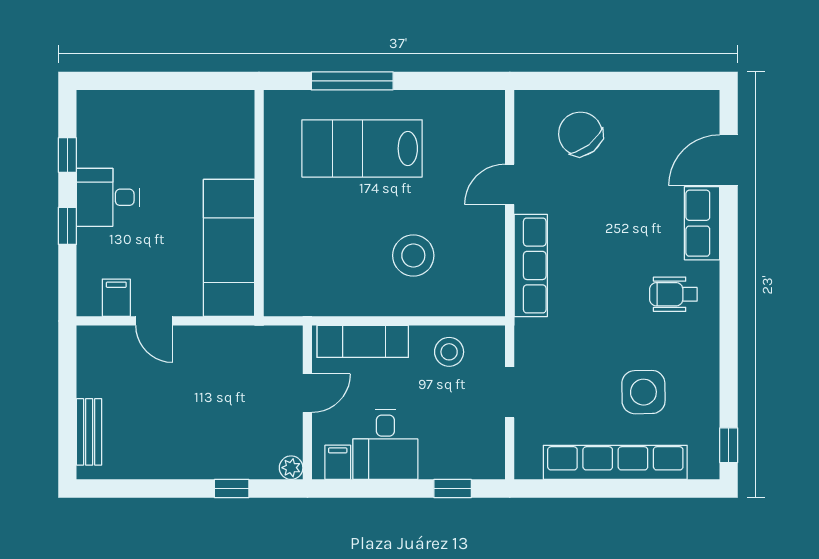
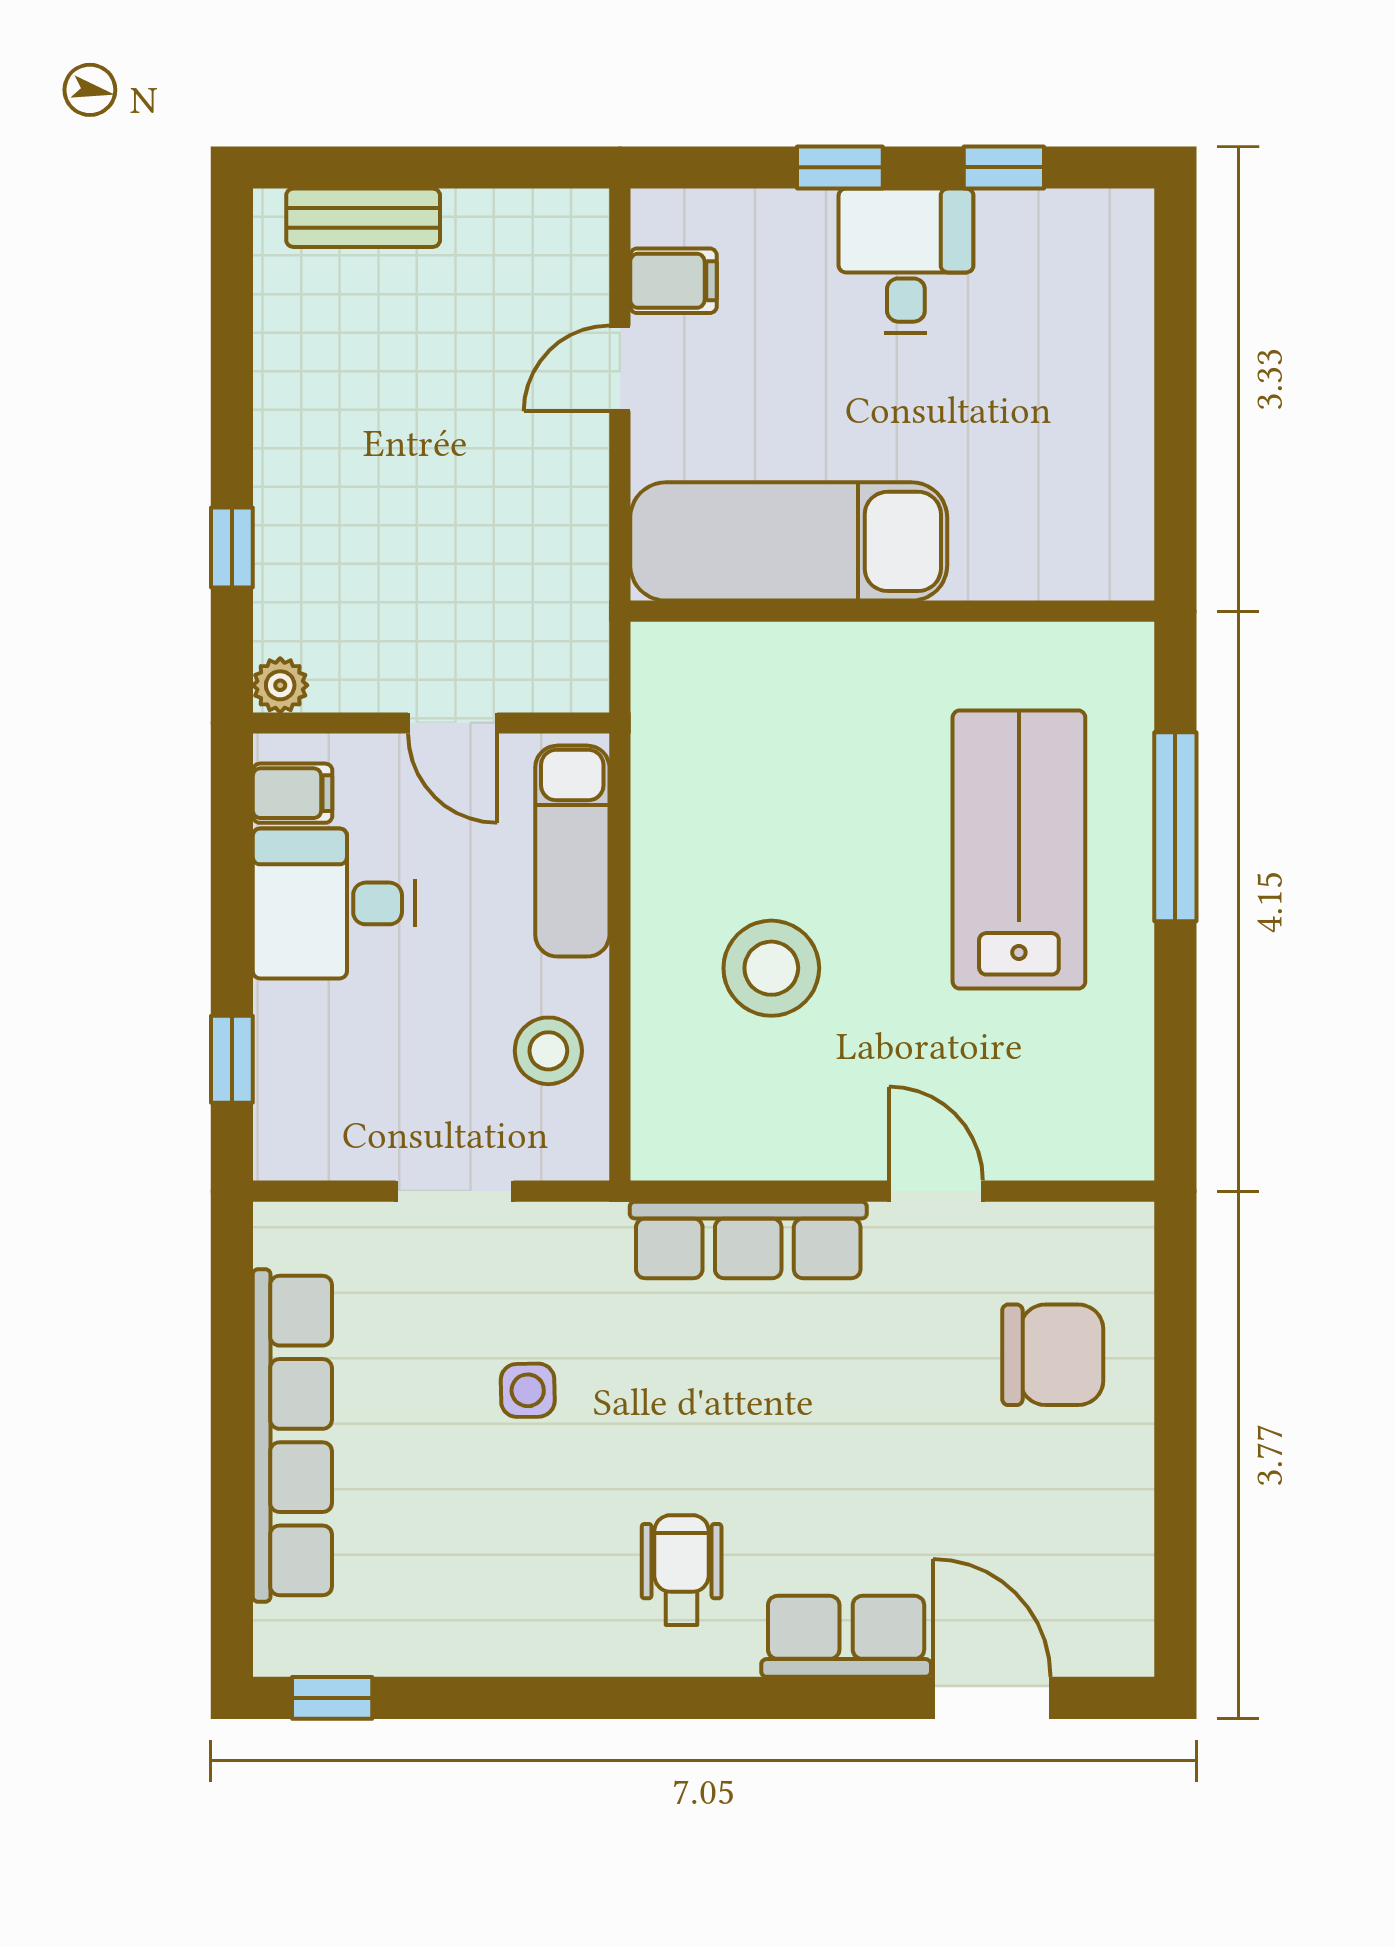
chair: (580, 134) -> (1053, 1355), turned 38
side table: (643, 392) -> (528, 1390), moved, width x0.54, depth x0.54

